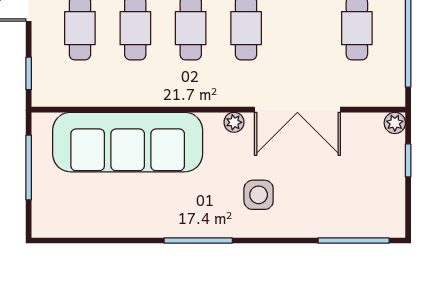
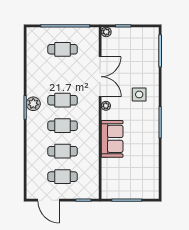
sofa: (128, 142) -> (112, 139), width x0.54, depth x0.79

